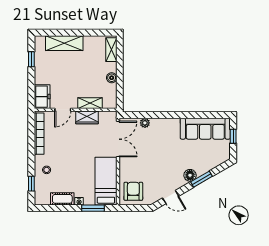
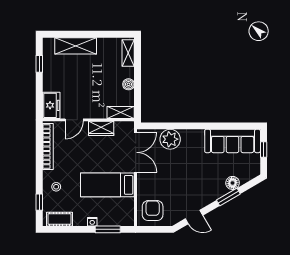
shelving: (90, 103) -> (121, 112), moved
plant: (145, 123) -> (170, 139), width x1.88, depth x1.88
floor lamp: (190, 175) -> (233, 183), moved
bed: (106, 181) -> (107, 185), moved, turned -90
cot: (62, 199) -> (60, 219), moved

